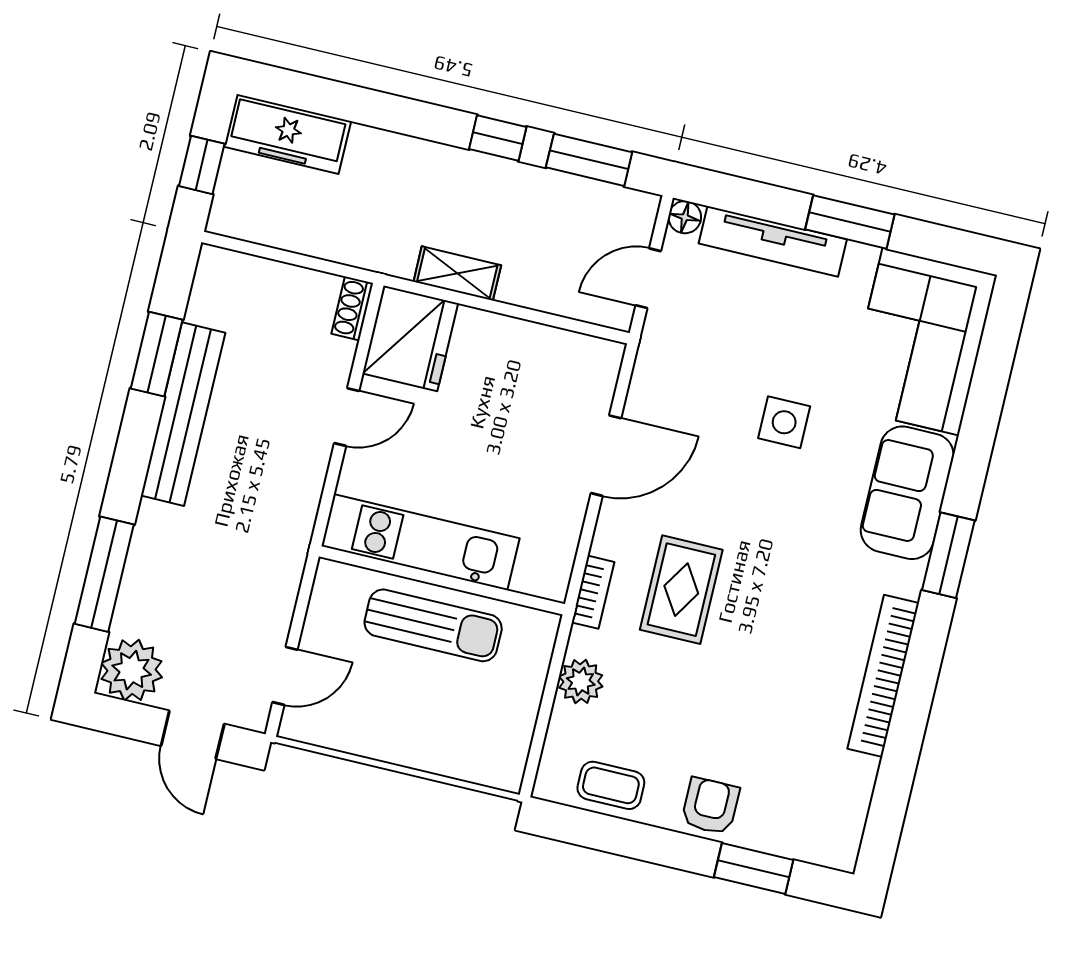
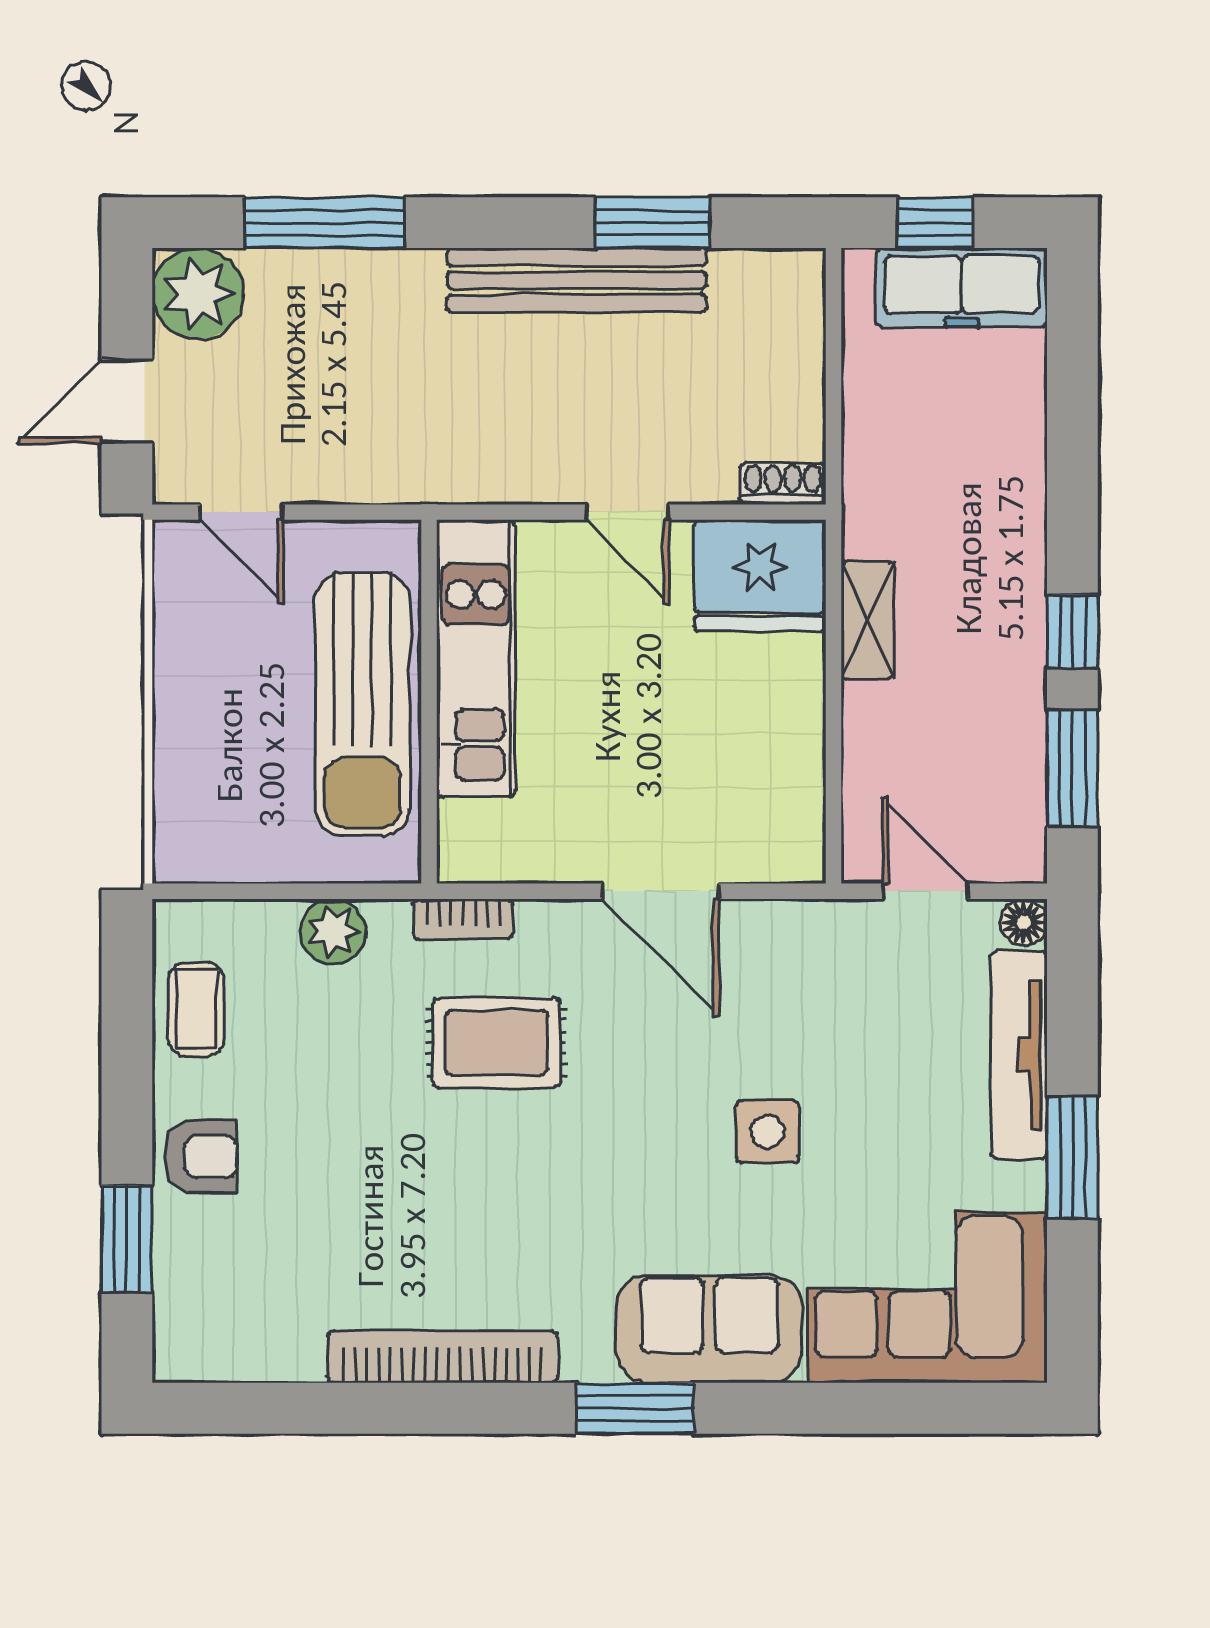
freezer: (288, 134) -> (962, 288), moved, turned -90
sun lounger: (433, 625) -> (362, 704), width x1.36, depth x1.34

